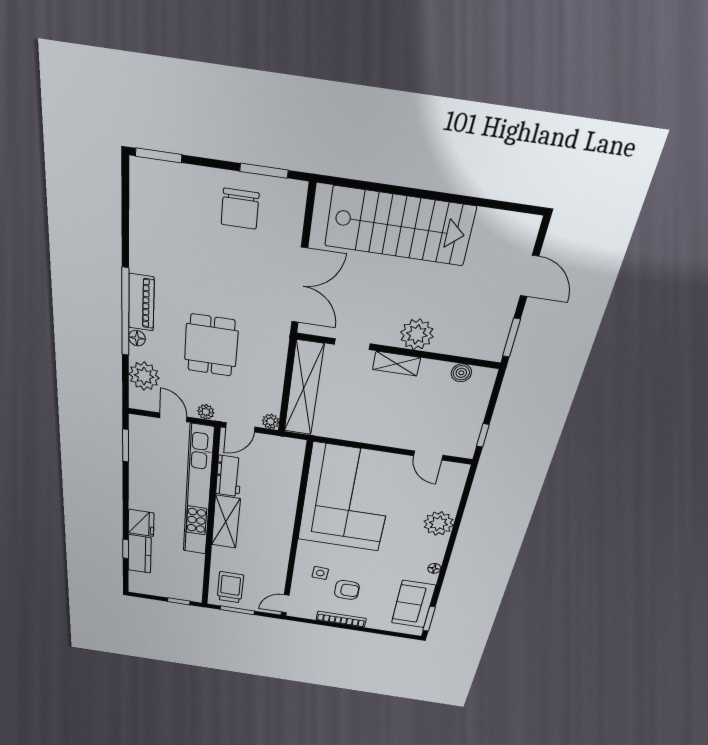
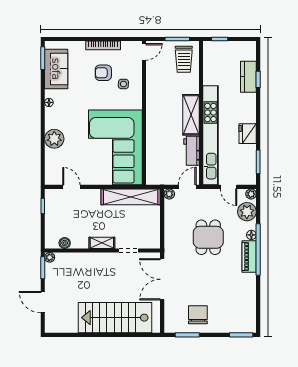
plant: (417, 334) -> (50, 257), moved, width x0.53, depth x0.53
shelving: (304, 388) -> (131, 197), moved, turned 90
plant: (206, 412) -> (251, 194), moved
fridge: (141, 523) -> (248, 134), moved

